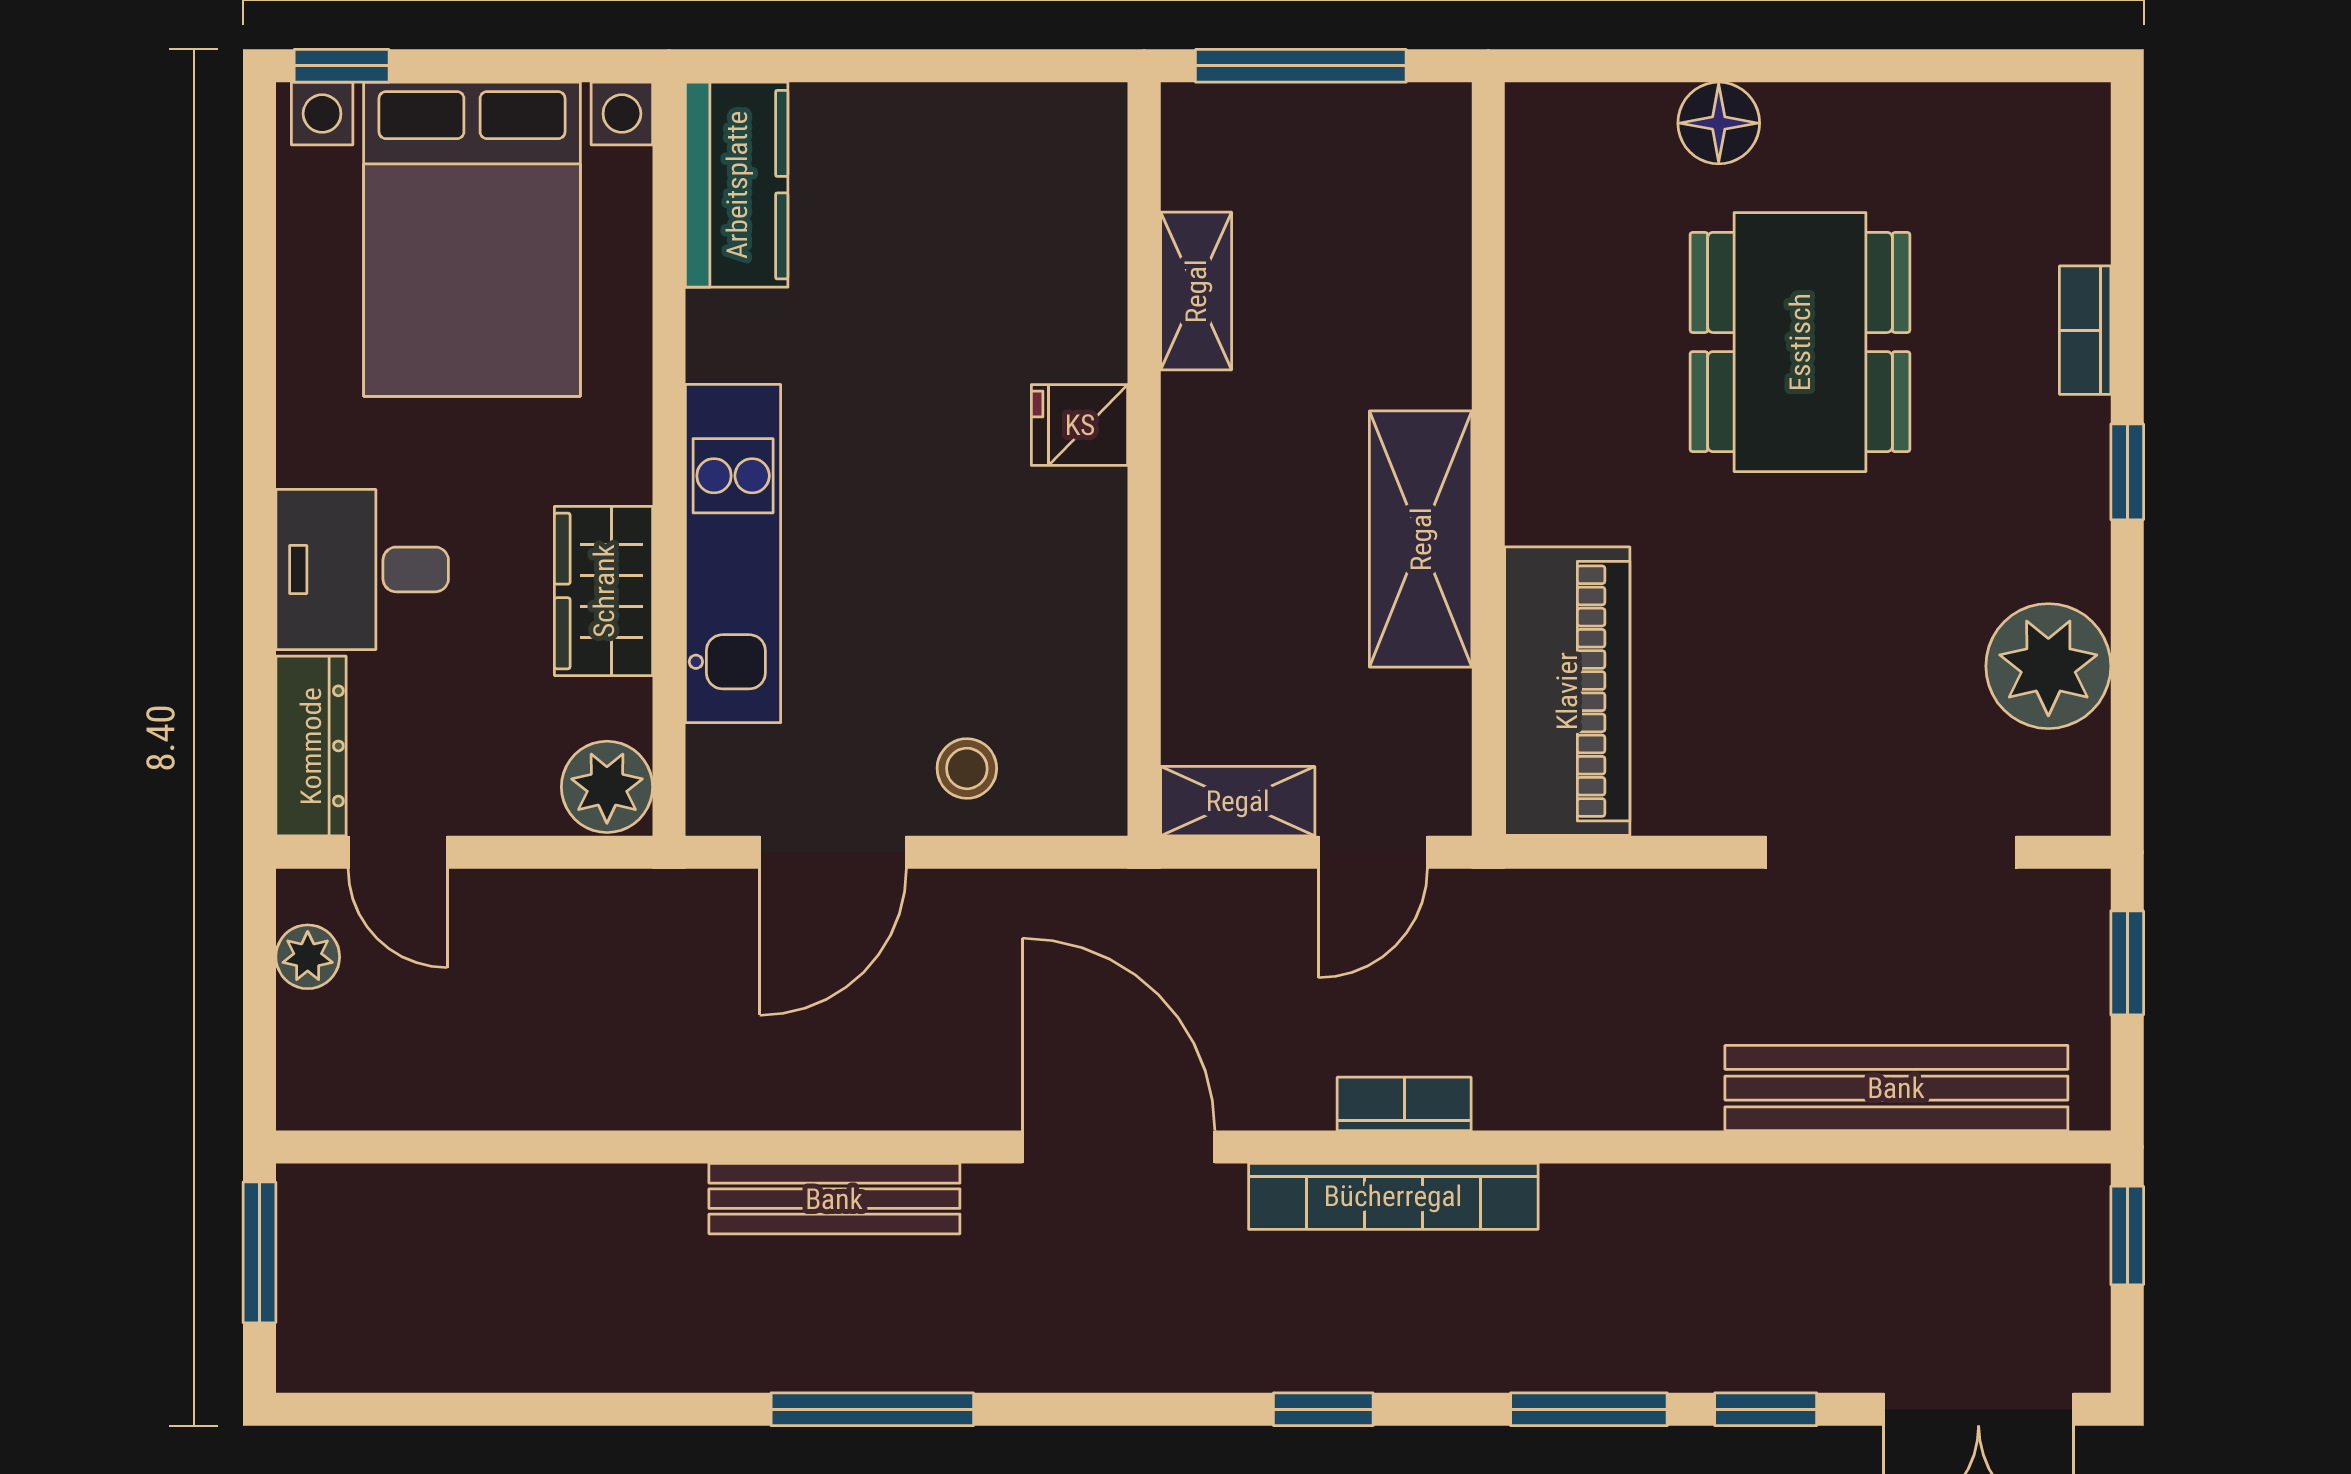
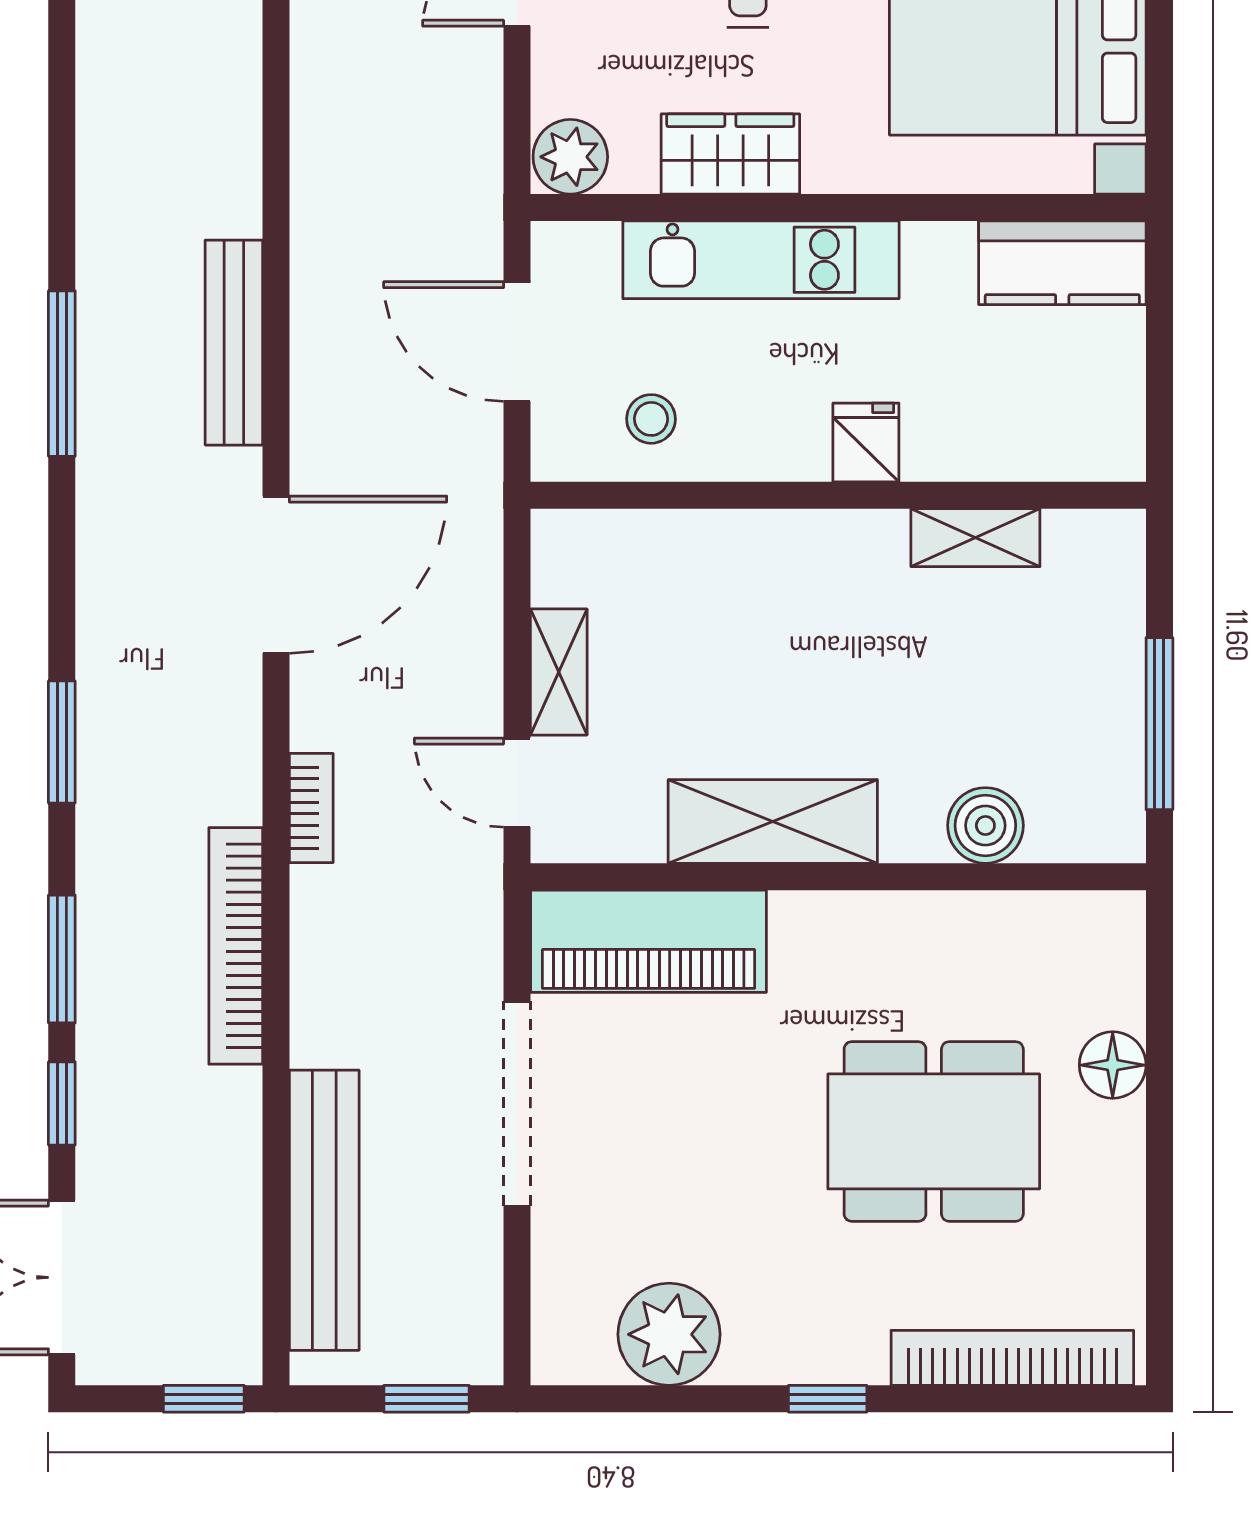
boiler: (1425, 279) -> (985, 825), added
shelving: (1196, 291) -> (975, 538), moved
bookcase: (2085, 330) -> (1012, 1358), width x2.31, depth x1.31
fridge: (1080, 425) -> (866, 442), moved
wall: (1144, 459) -> (838, 495), moved
stool: (967, 768) -> (651, 419), moved
doorway: (1891, 852) -> (517, 1104), moved
bookcase: (1393, 1196) -> (236, 946), moved
window: (1323, 1409) -> (62, 742), width x1.50

